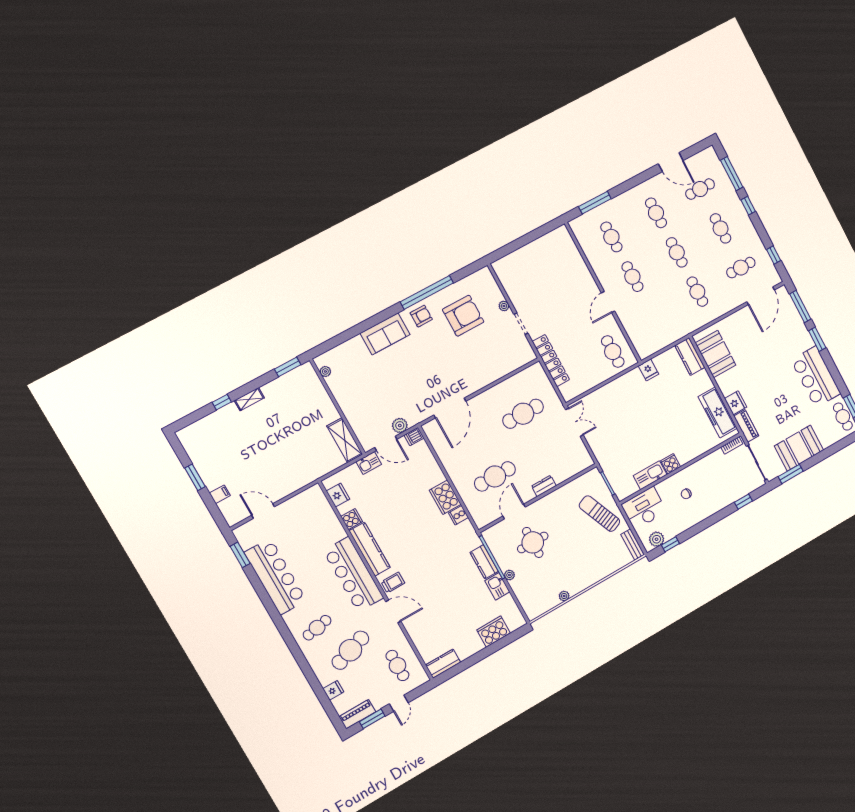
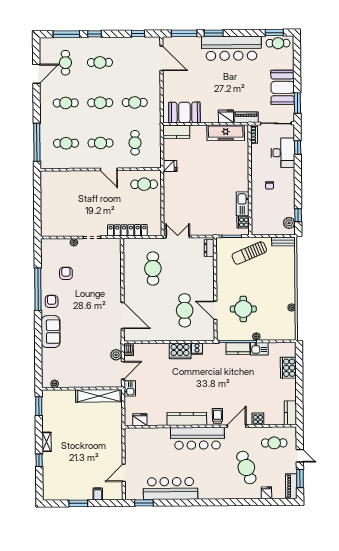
window: (595, 203) -> (37, 142), width x1.46
cafe table: (741, 268) -> (135, 143), moved
armchair: (463, 316) -> (66, 273), width x0.53, depth x0.53
bar counter: (816, 377) -> (231, 48), width x1.36
shelving: (345, 440) -> (99, 396), width x1.47
cooker: (671, 464) -> (243, 222), moved
dresser: (544, 486) -> (209, 248), moved
desk: (644, 508) -> (283, 153), moved, turned 180
cooker: (352, 519) -> (258, 419), moved
cafe table: (317, 628) -> (219, 481), removed

